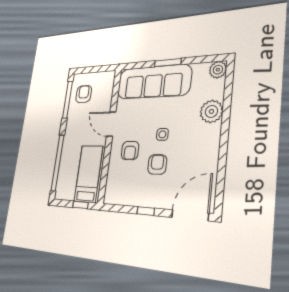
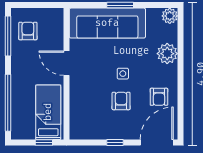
armchair: (130, 151) -> (159, 97), moved

